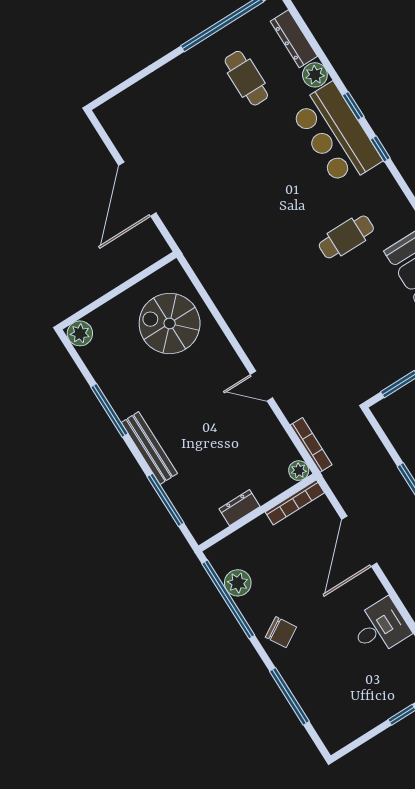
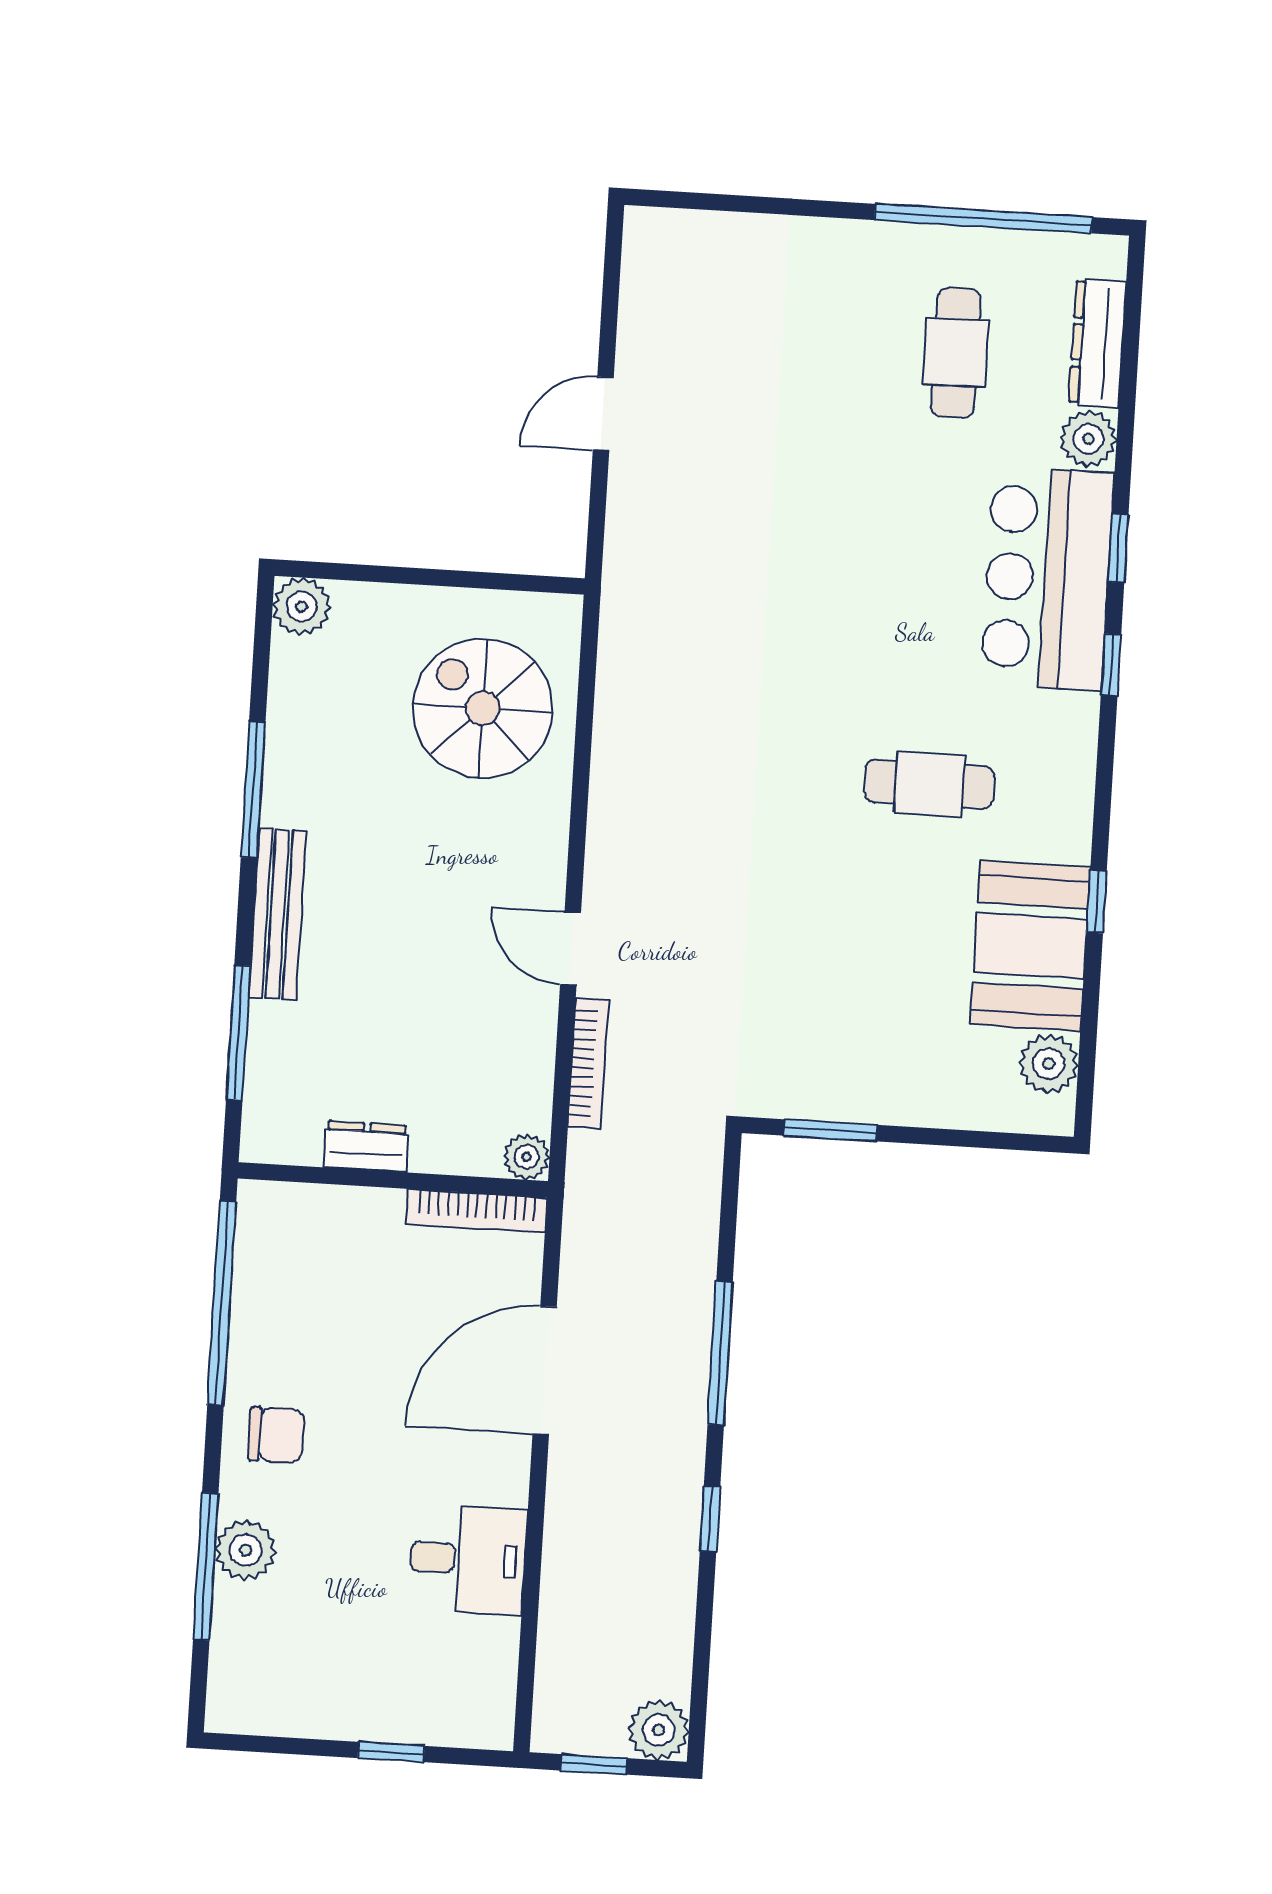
door: (137, 189) -> (603, 414), width x0.53
bookcase: (311, 445) -> (588, 1063), moved
plant: (238, 583) -> (245, 1550), moved
chair: (281, 632) -> (276, 1435), turned -59

